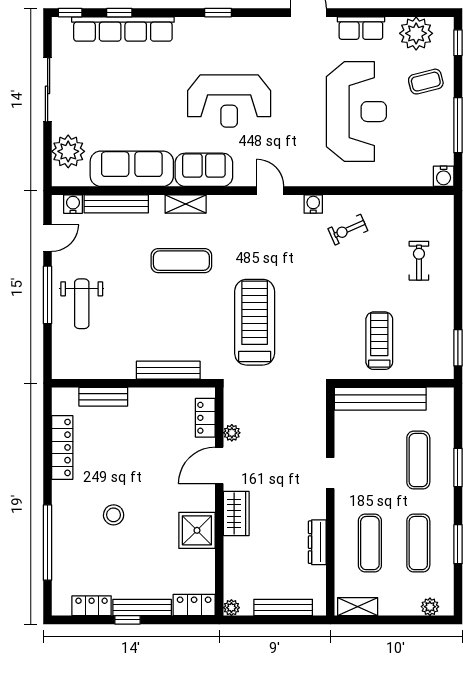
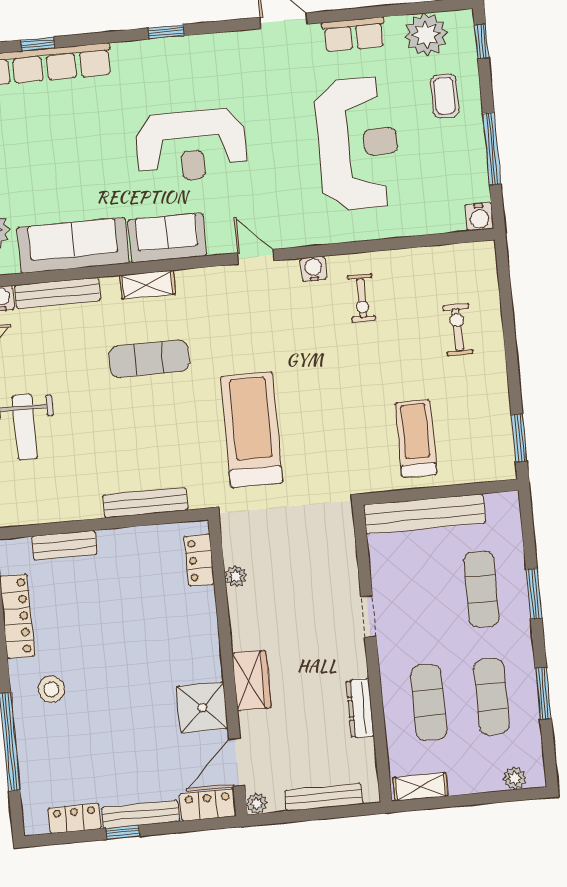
coffee table: (426, 82) -> (445, 96), turned -76
exercise bike: (348, 230) -> (362, 298), turned -66
door: (219, 465) -> (237, 762), moved
stool: (114, 515) -> (51, 689), moved

